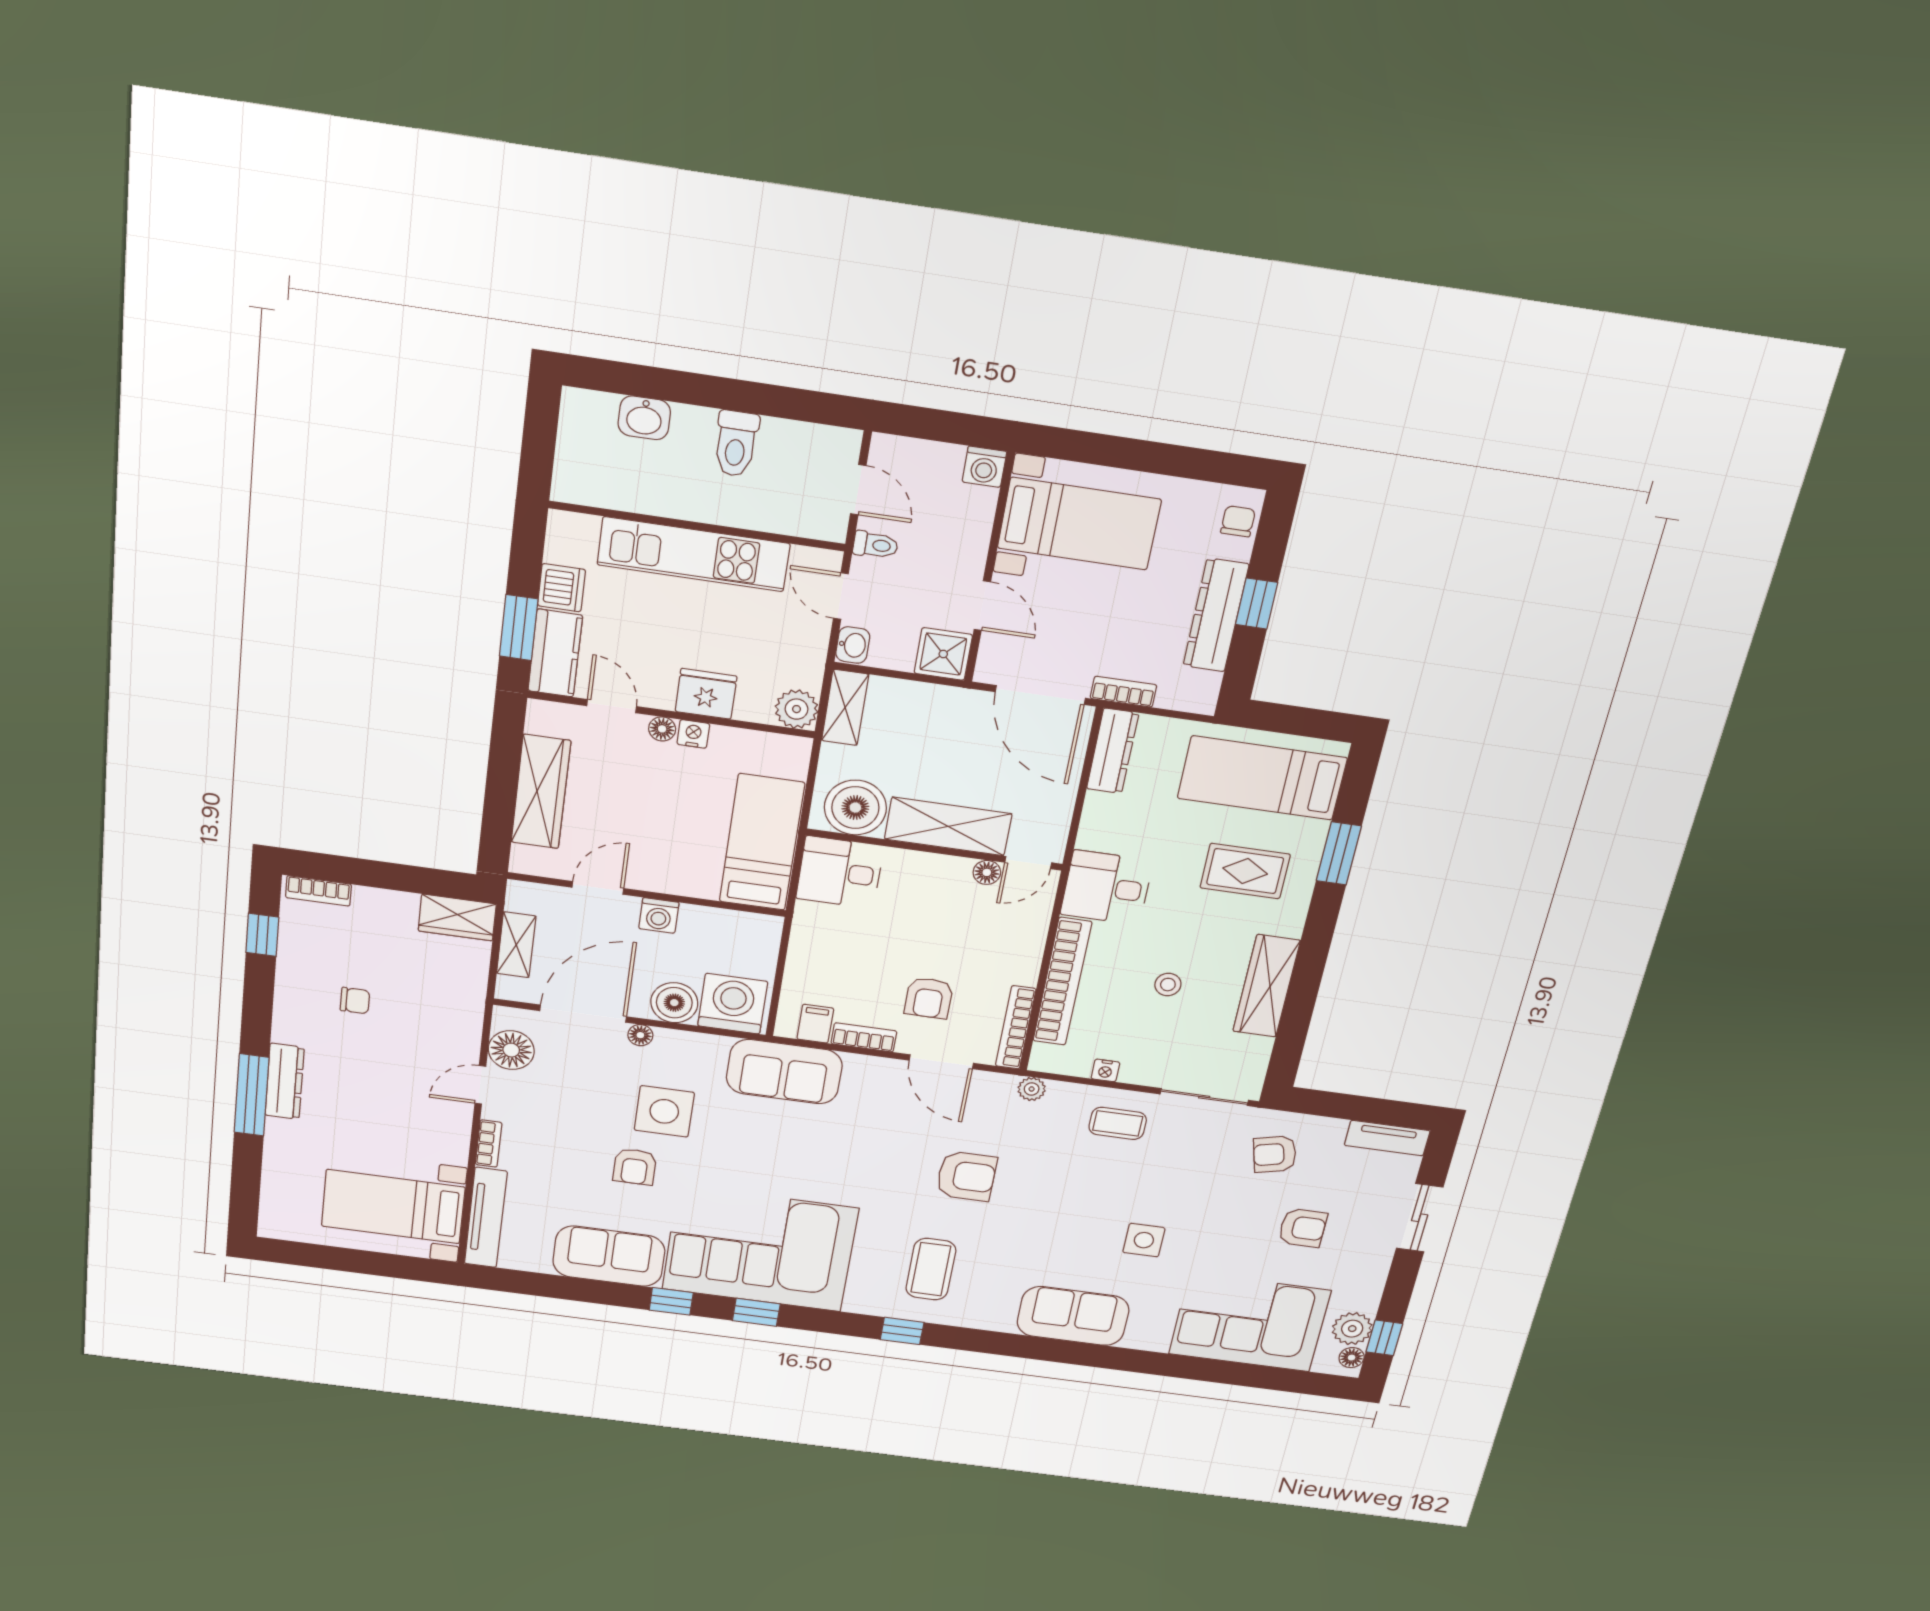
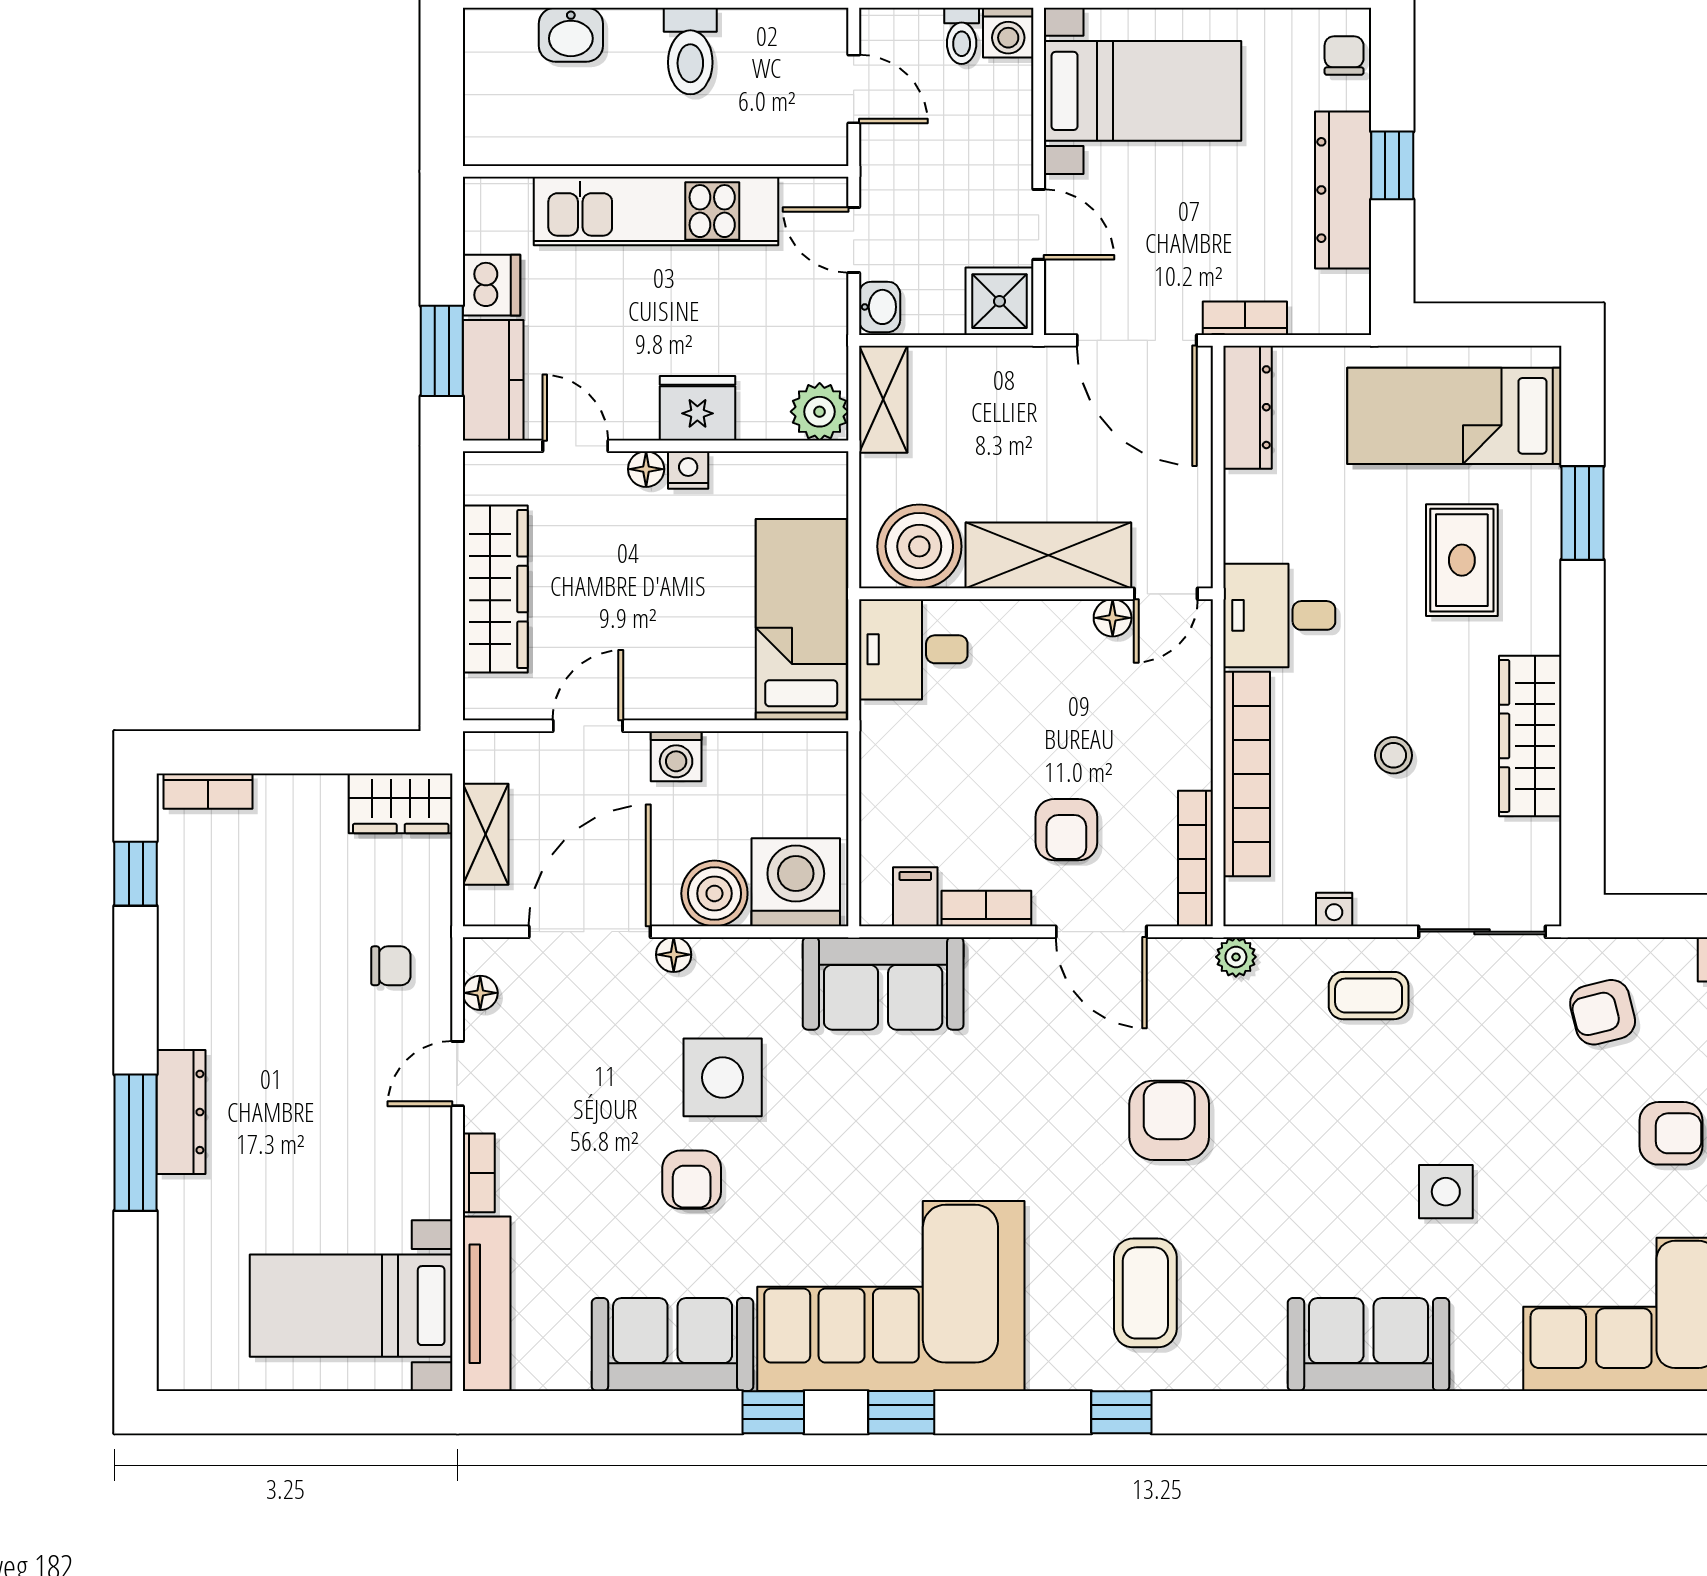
toilet: (875, 545) -> (962, 36), moved, turned 90
rug: (1245, 871) -> (1462, 560), turned 90
chair: (355, 1001) -> (391, 966), moved
floor lamp: (511, 1050) -> (480, 993), width x0.53, depth x0.53
armchair: (966, 1176) -> (1169, 1120), turned -90

